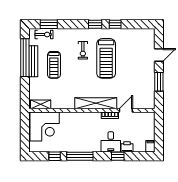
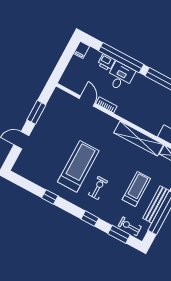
window: (95, 24) -> (90, 219), moved
shelving: (96, 103) -> (139, 139), moved
door: (126, 110) -> (87, 101), swing flipped
window: (118, 156) -> (121, 58), width x3.17

